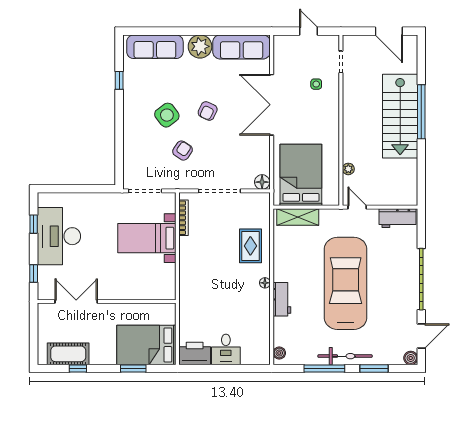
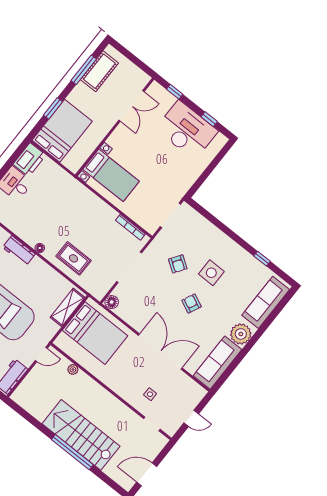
side table: (167, 115) -> (211, 273), turned 37
bed with nightstands: (147, 238) -> (111, 175), moved, turned 90
window: (78, 369) -> (84, 70), width x2.17

